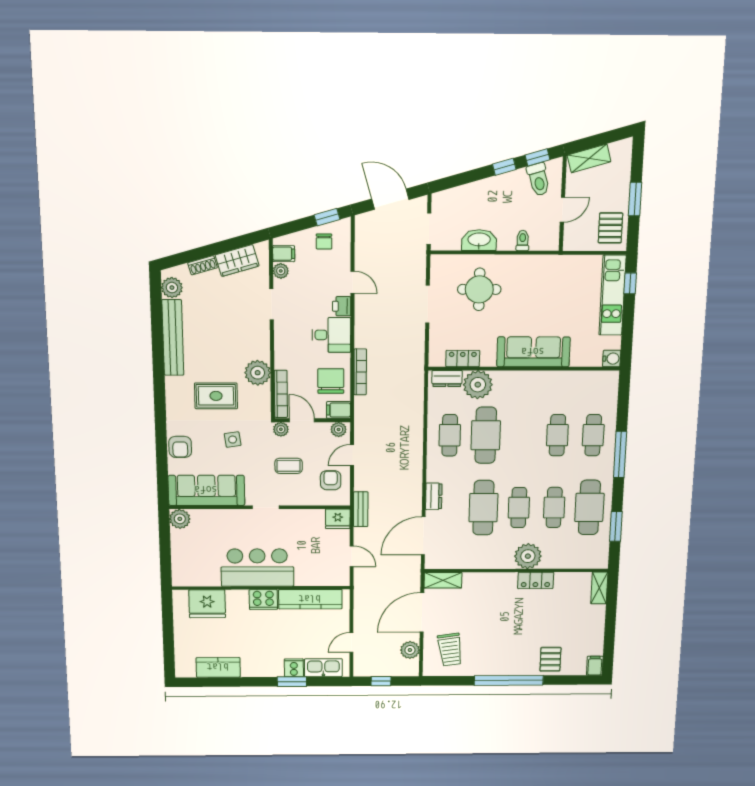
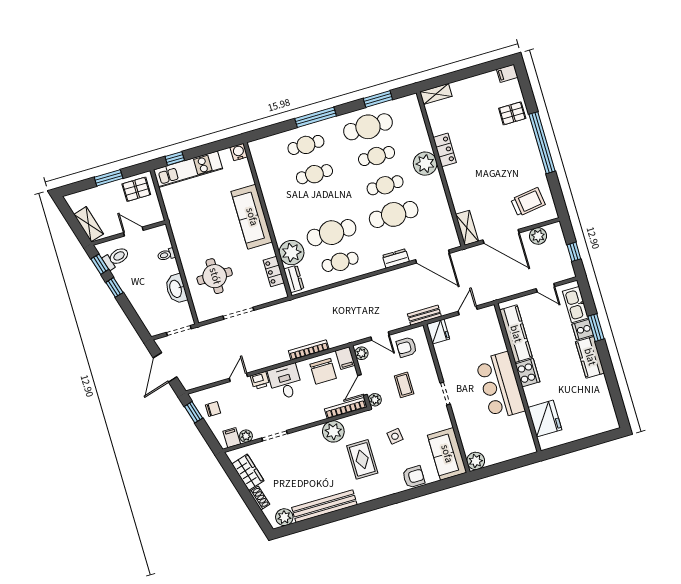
chair: (331, 381) -> (323, 371), turned -90
sofa: (206, 490) -> (447, 454), width x0.73
kitchen counter: (218, 667) -> (590, 357), moved

